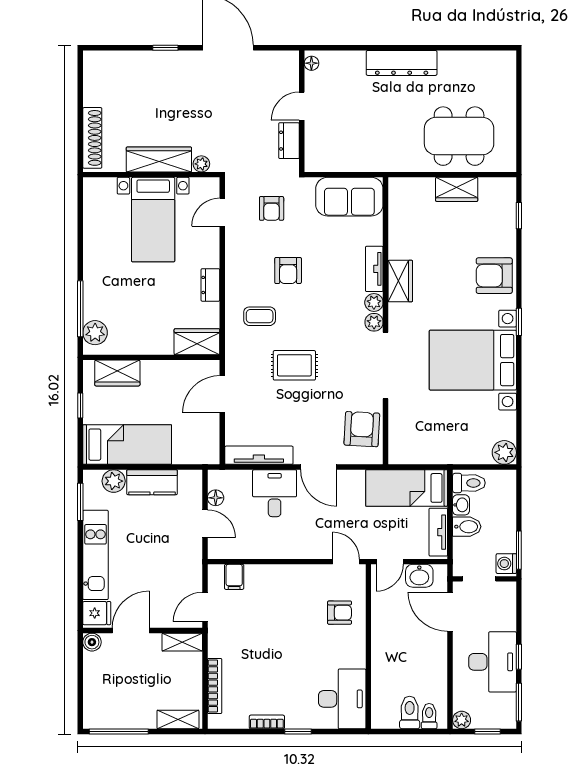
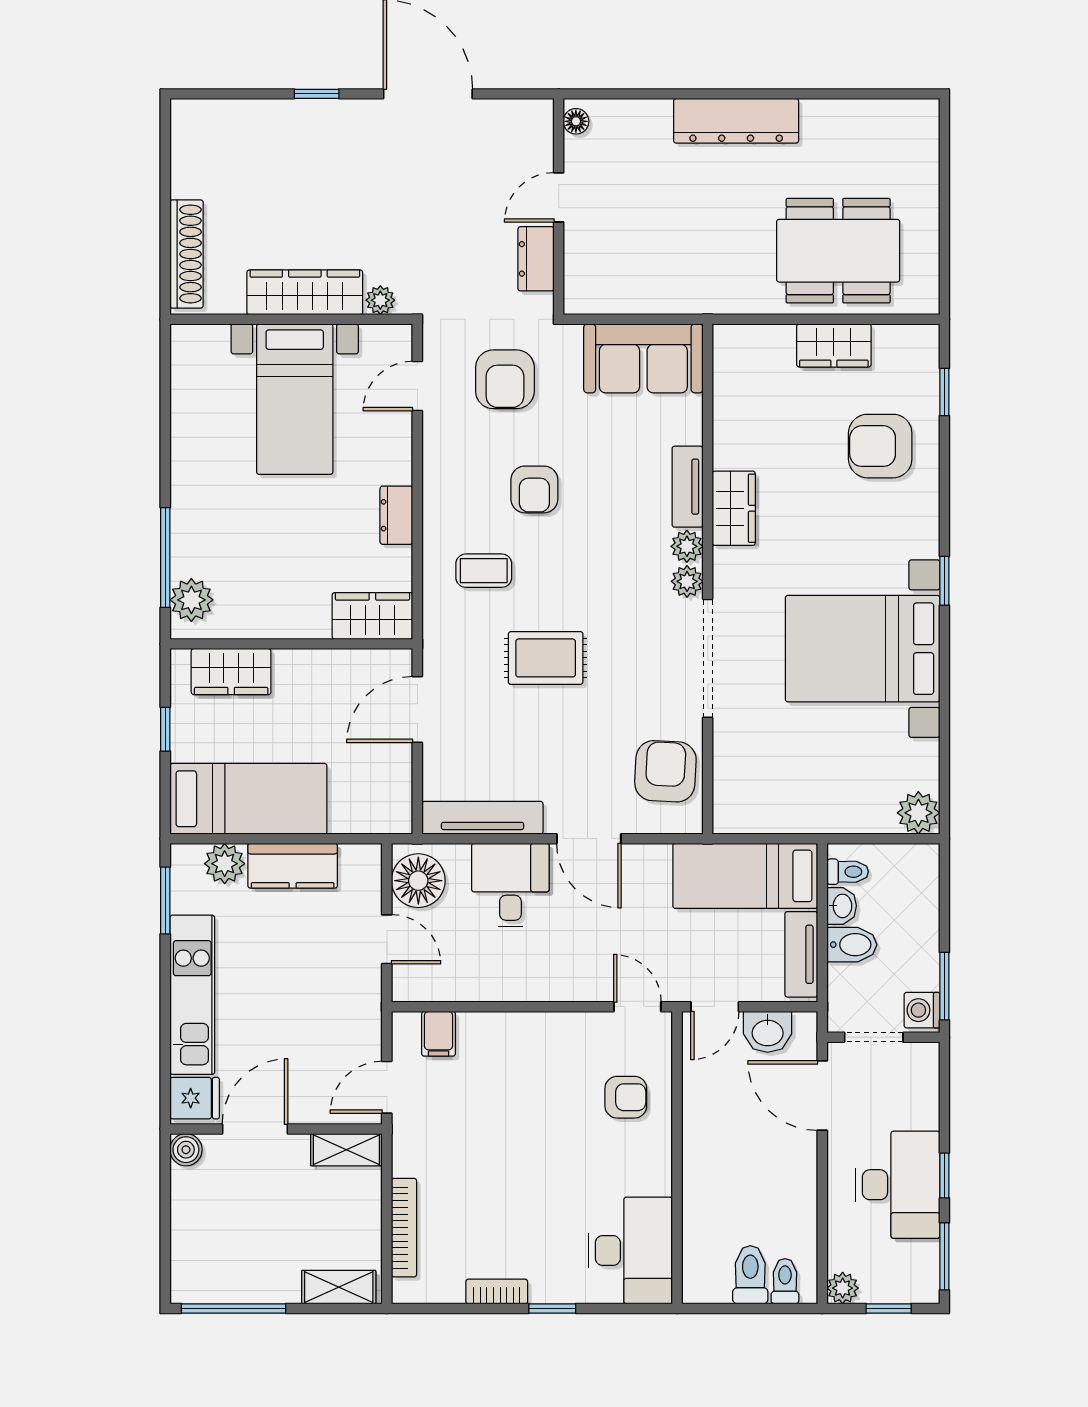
armchair: (272, 208) -> (505, 379), width x1.38, depth x1.38
armchair: (494, 276) -> (880, 446), moved
toilet: (469, 483) -> (848, 872), width x0.73, depth x0.72
floor lamp: (216, 498) -> (418, 881), width x1.89, depth x1.89

